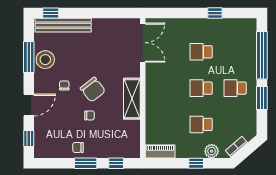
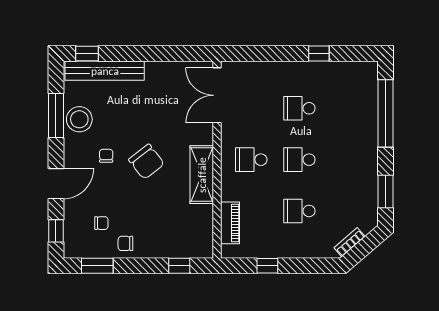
double door: (143, 43) -> (217, 95), swing flipped
school desk: (235, 88) -> (251, 160), moved
window: (262, 98) -> (385, 191), moved
chair: (89, 115) -> (101, 223), moved
piano: (160, 151) -> (230, 223), moved, turned 90
plant: (212, 151) -> (314, 249), removed
window: (86, 163) -> (97, 266), moved
window: (196, 163) -> (267, 266), moved

